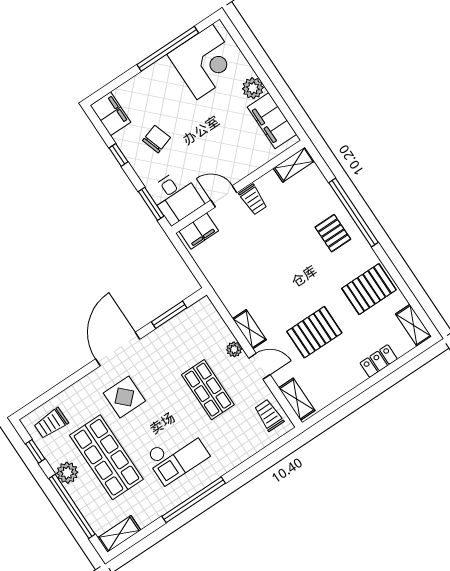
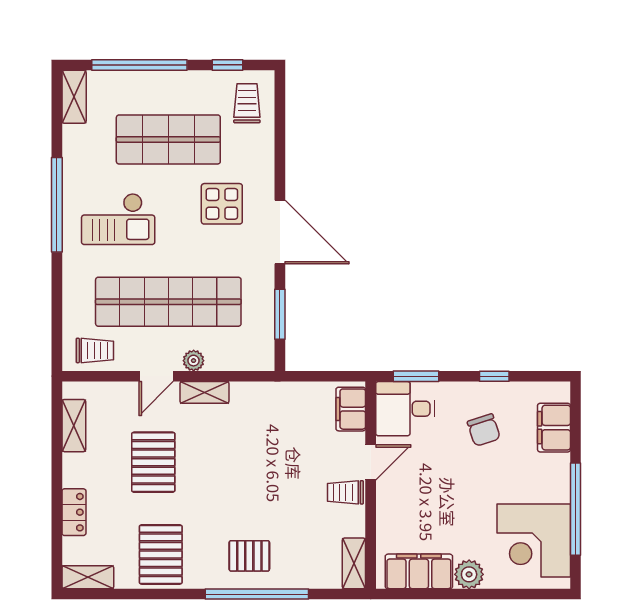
filing cabinet: (110, 114) -> (554, 428), moved, turned 90
shop shelf: (208, 390) -> (168, 302), width x2.00, depth x1.36
shelving: (297, 399) -> (74, 426), moved, turned 90
checkout: (177, 455) -> (118, 219), turned -90
plant: (67, 473) -> (180, 85), removed

